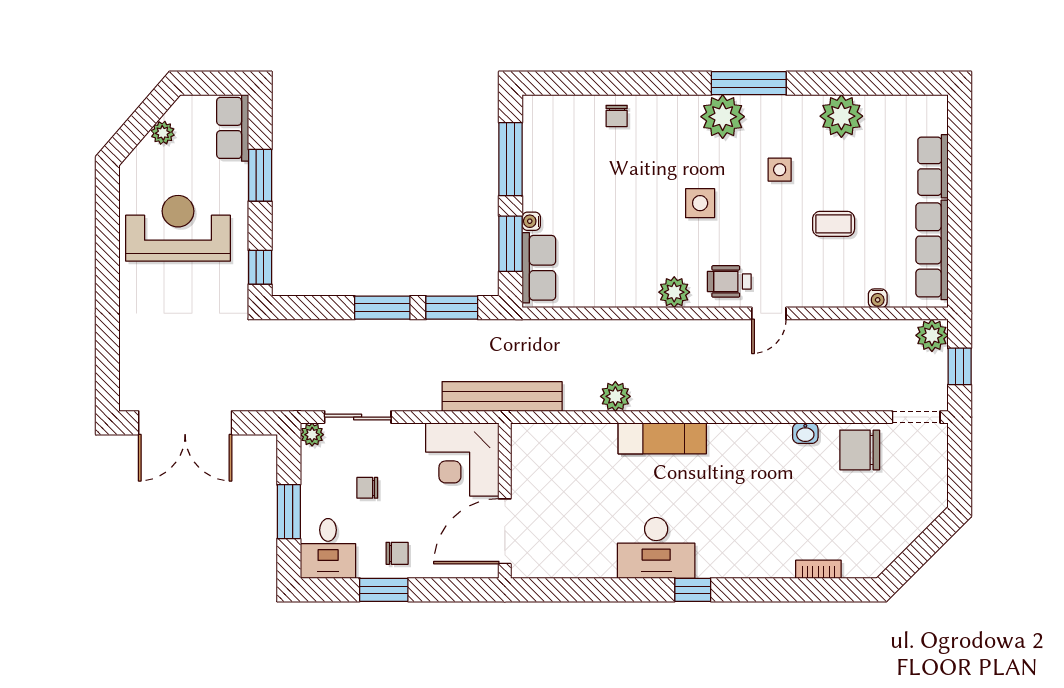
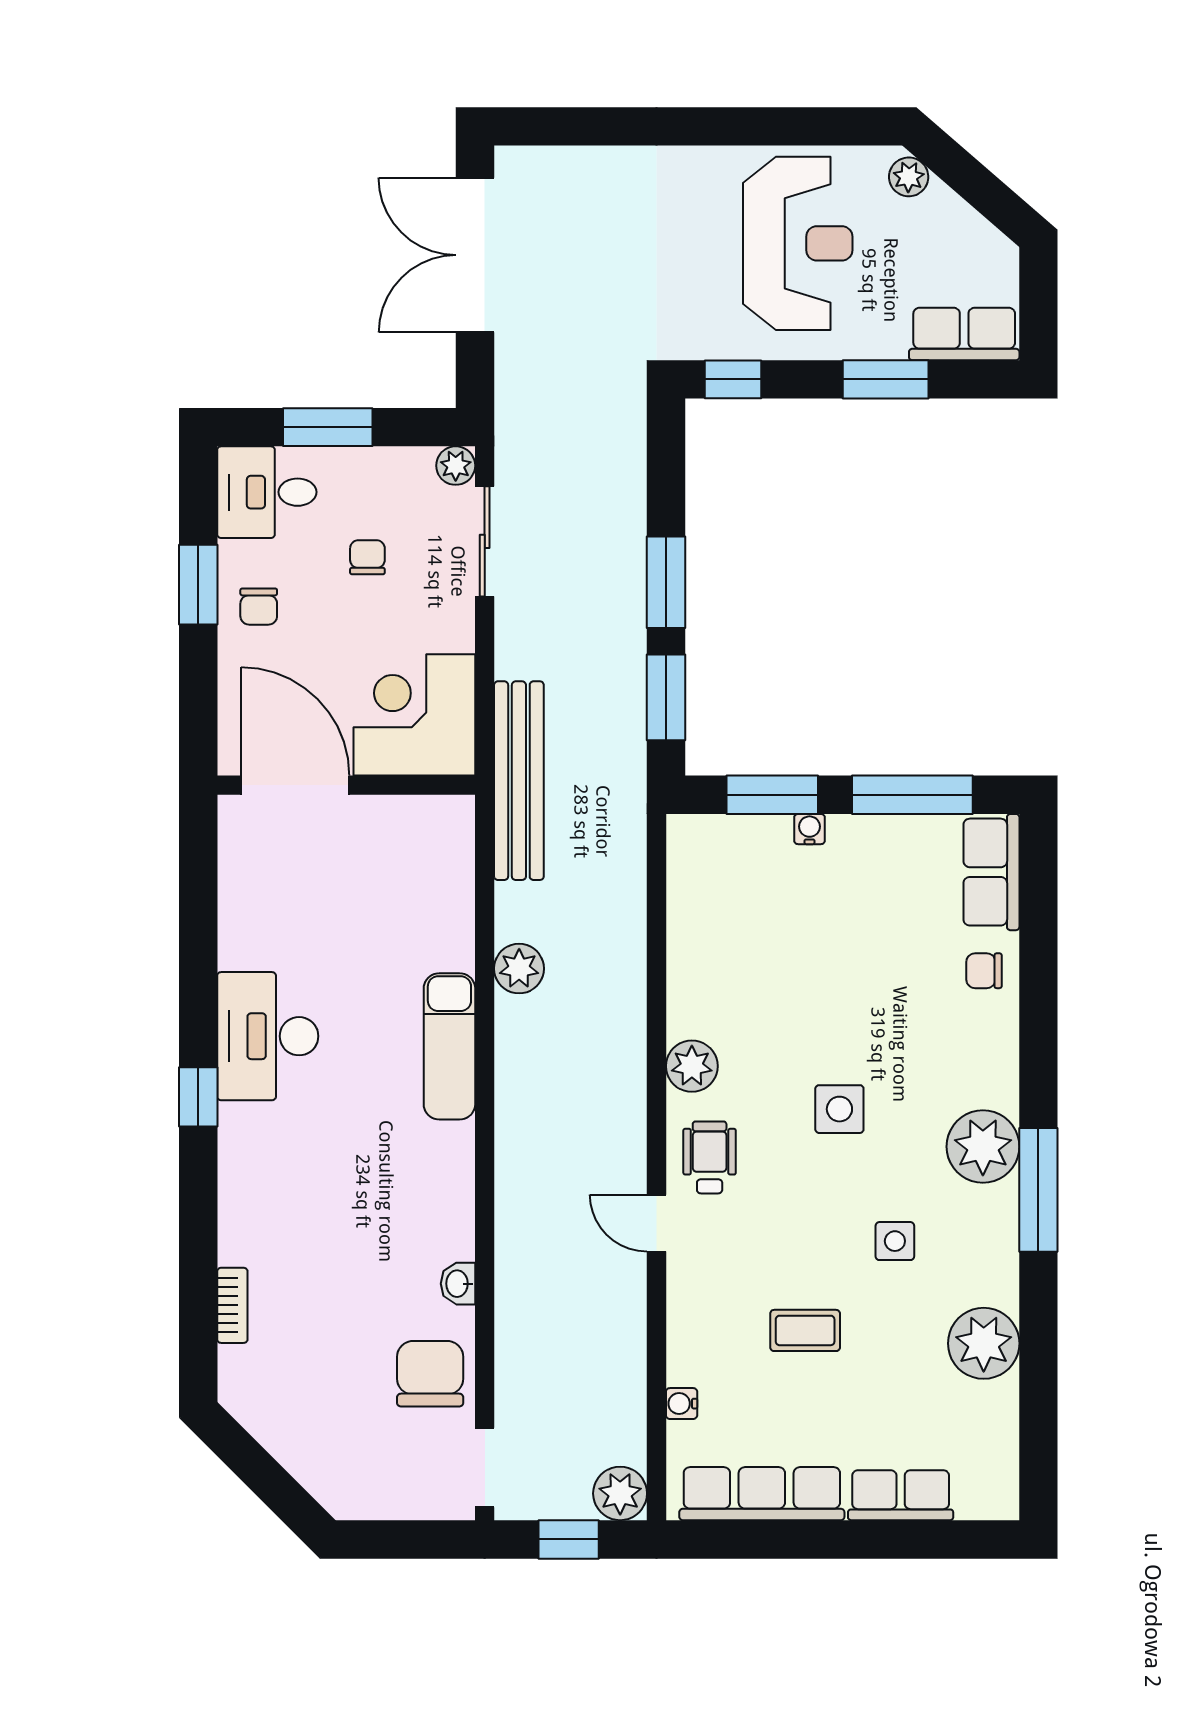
plant: (163, 133) -> (909, 177), moved
coffee table: (834, 224) -> (805, 1330), turned 90
row of seats: (539, 268) -> (991, 872), moved, turned 90

